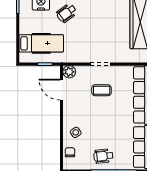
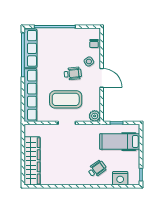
door: (62, 90) -> (102, 78), moved
coffee table: (102, 90) -> (66, 99), width x1.86, depth x1.72
wheelchair: (103, 156) -> (73, 74), moved

